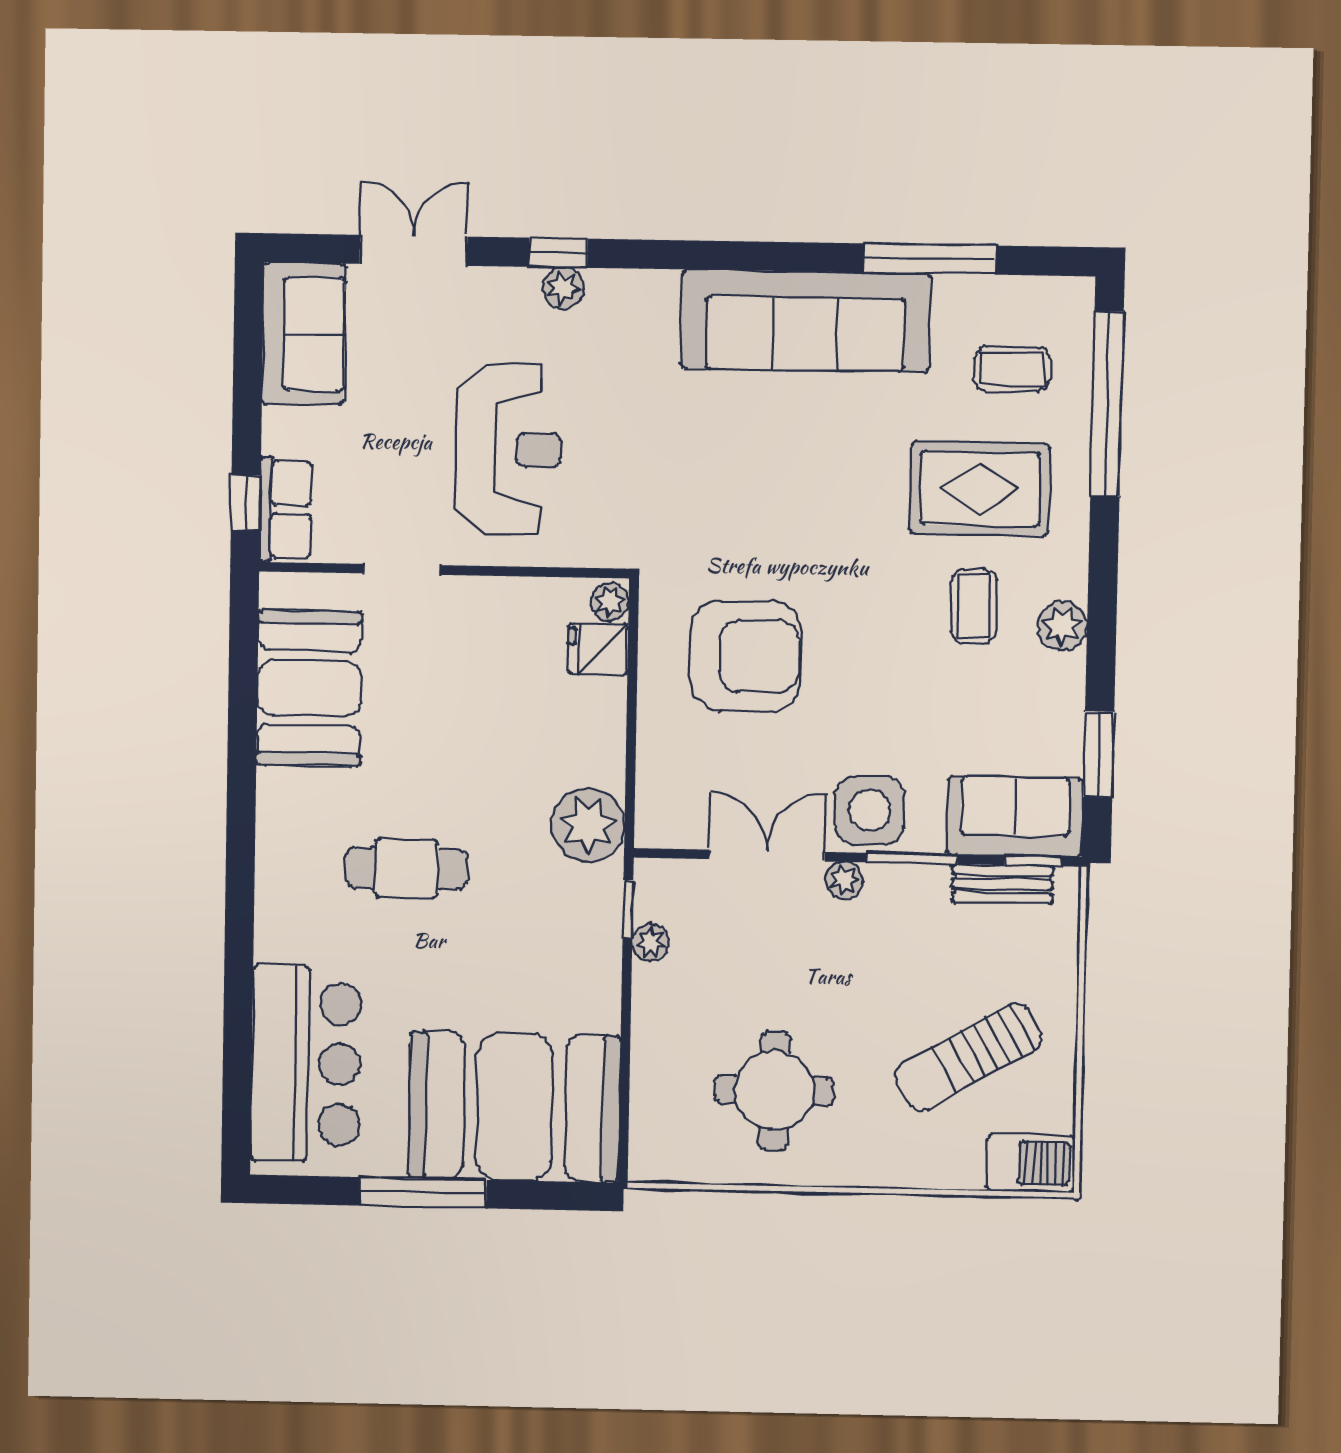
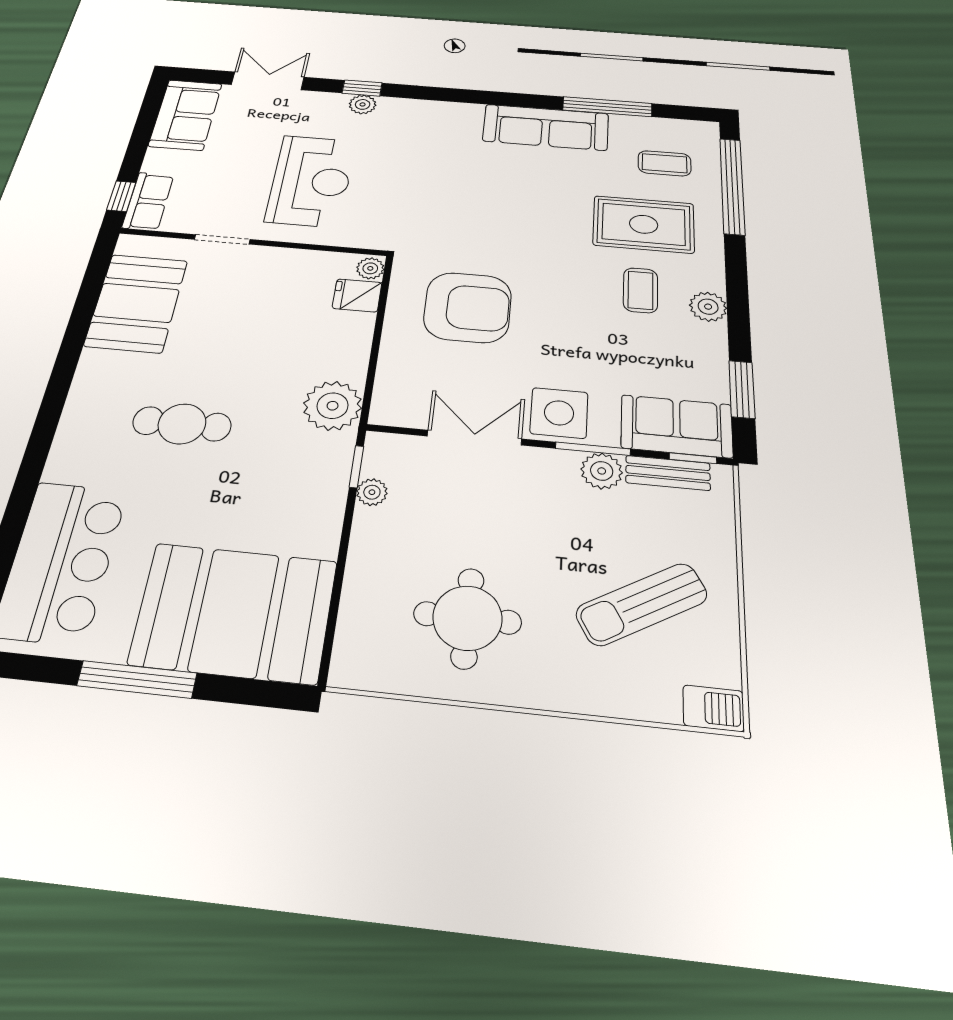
sofa: (806, 321) -> (546, 127), width x0.74, depth x0.79
plant: (844, 880) -> (602, 471), moved, width x1.38, depth x1.38
barbecue: (1031, 1163) -> (713, 708), width x0.73, depth x0.79

